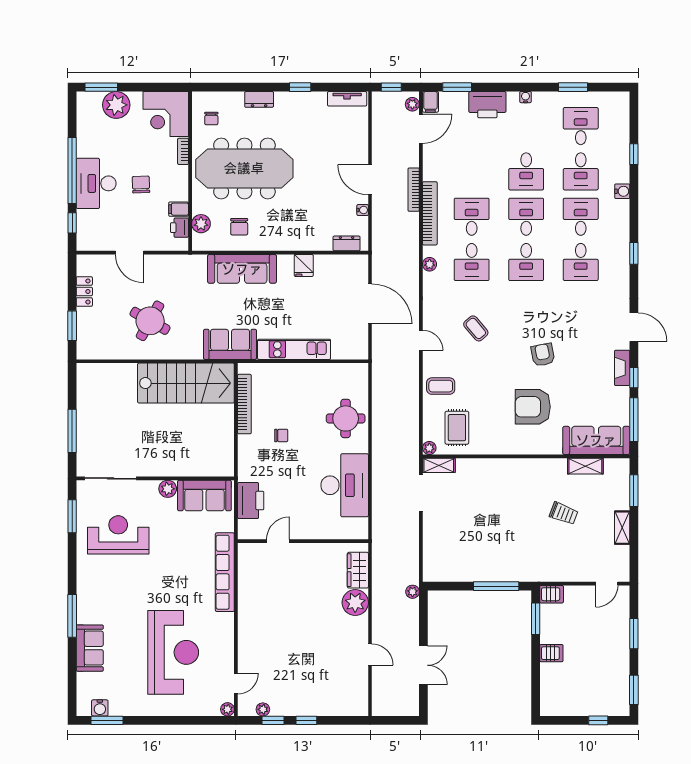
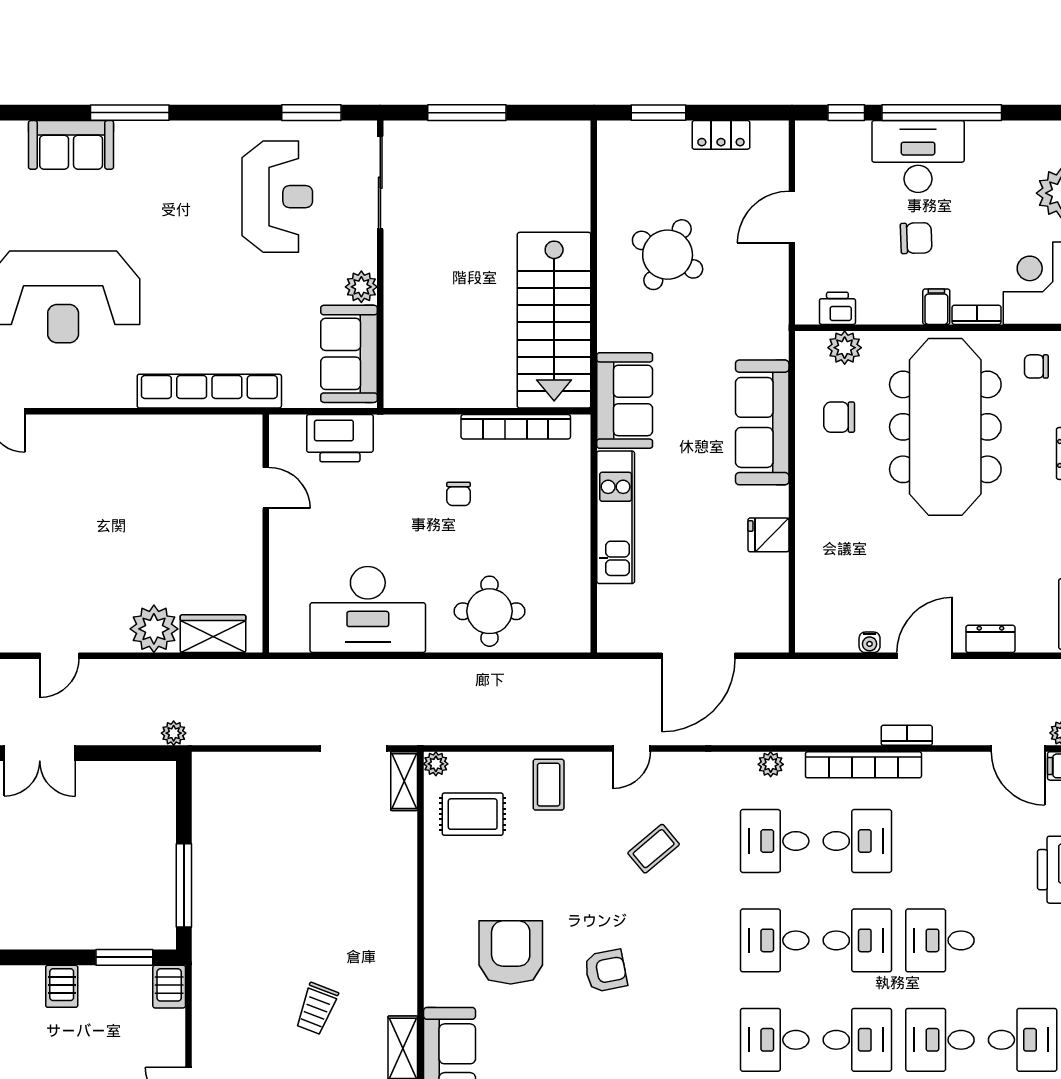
bookcase: (414, 190) -> (907, 735), width x0.64
filing cabinet: (179, 209) -> (936, 307), moved
dresser: (347, 243) -> (990, 639), moved, turned -90

